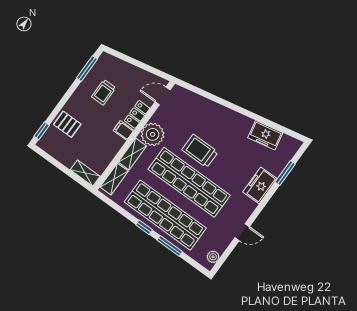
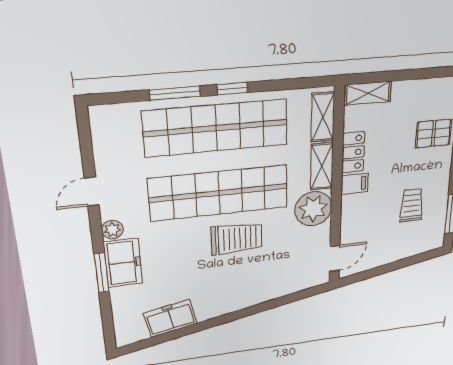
locker: (137, 114) -> (353, 152), moved
window: (285, 173) -> (102, 273), moved
plant: (213, 257) -> (112, 230), moved

